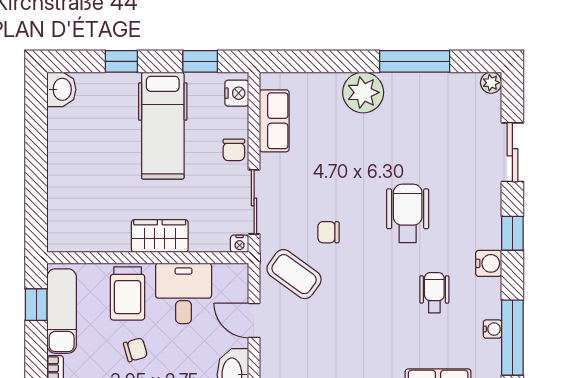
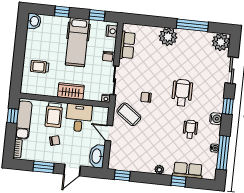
plant: (491, 83) -> (221, 42), width x1.88, depth x1.88
trolley: (85, 189) -> (40, 67), added

